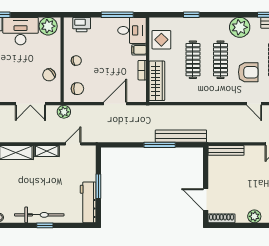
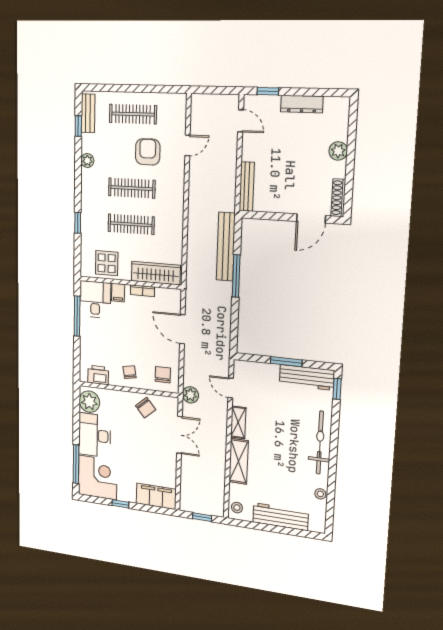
printer: (82, 25) -> (98, 375), moved, turned -90
plant: (240, 27) -> (87, 161), width x0.53, depth x0.53
window: (45, 225) -> (337, 389), moved

